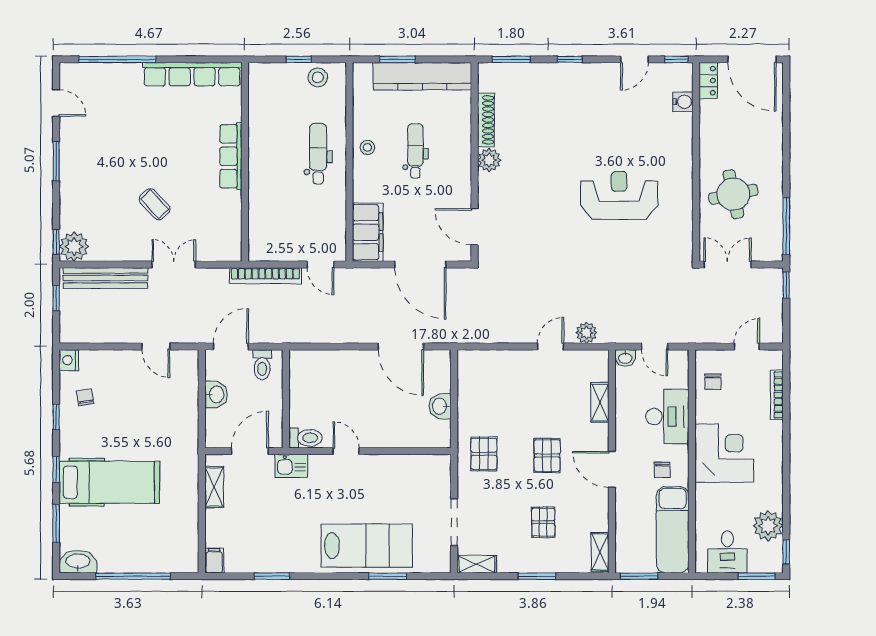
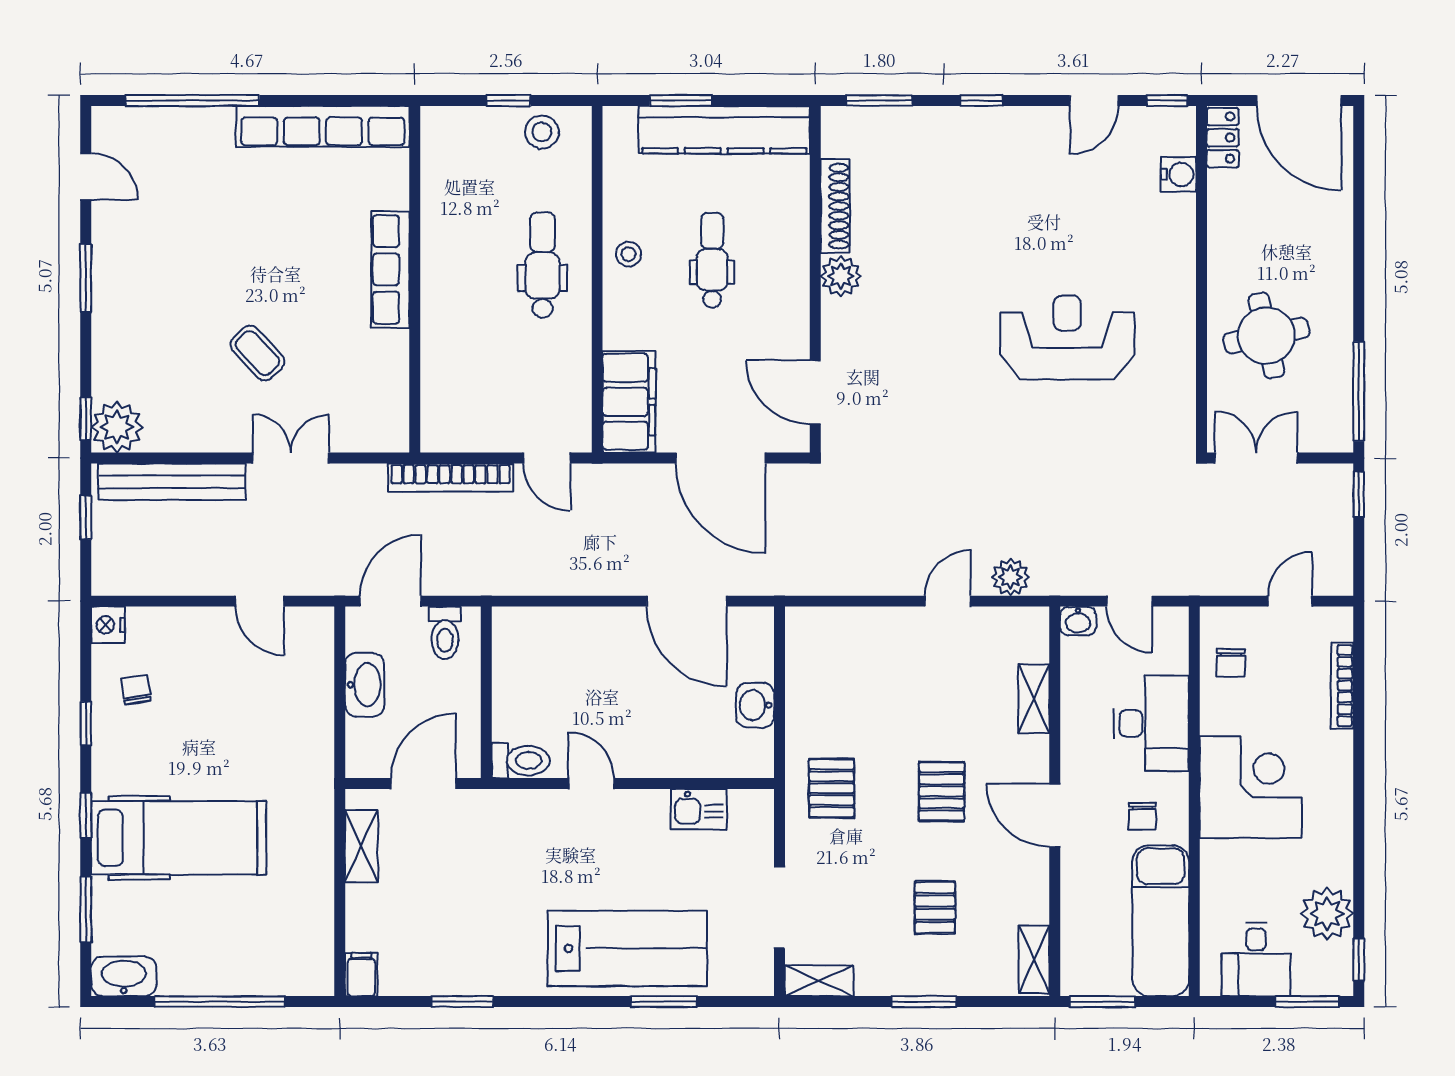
washbasin: (216, 394) -> (365, 685), width x1.38
kitchen sink: (291, 466) -> (699, 809), moved

